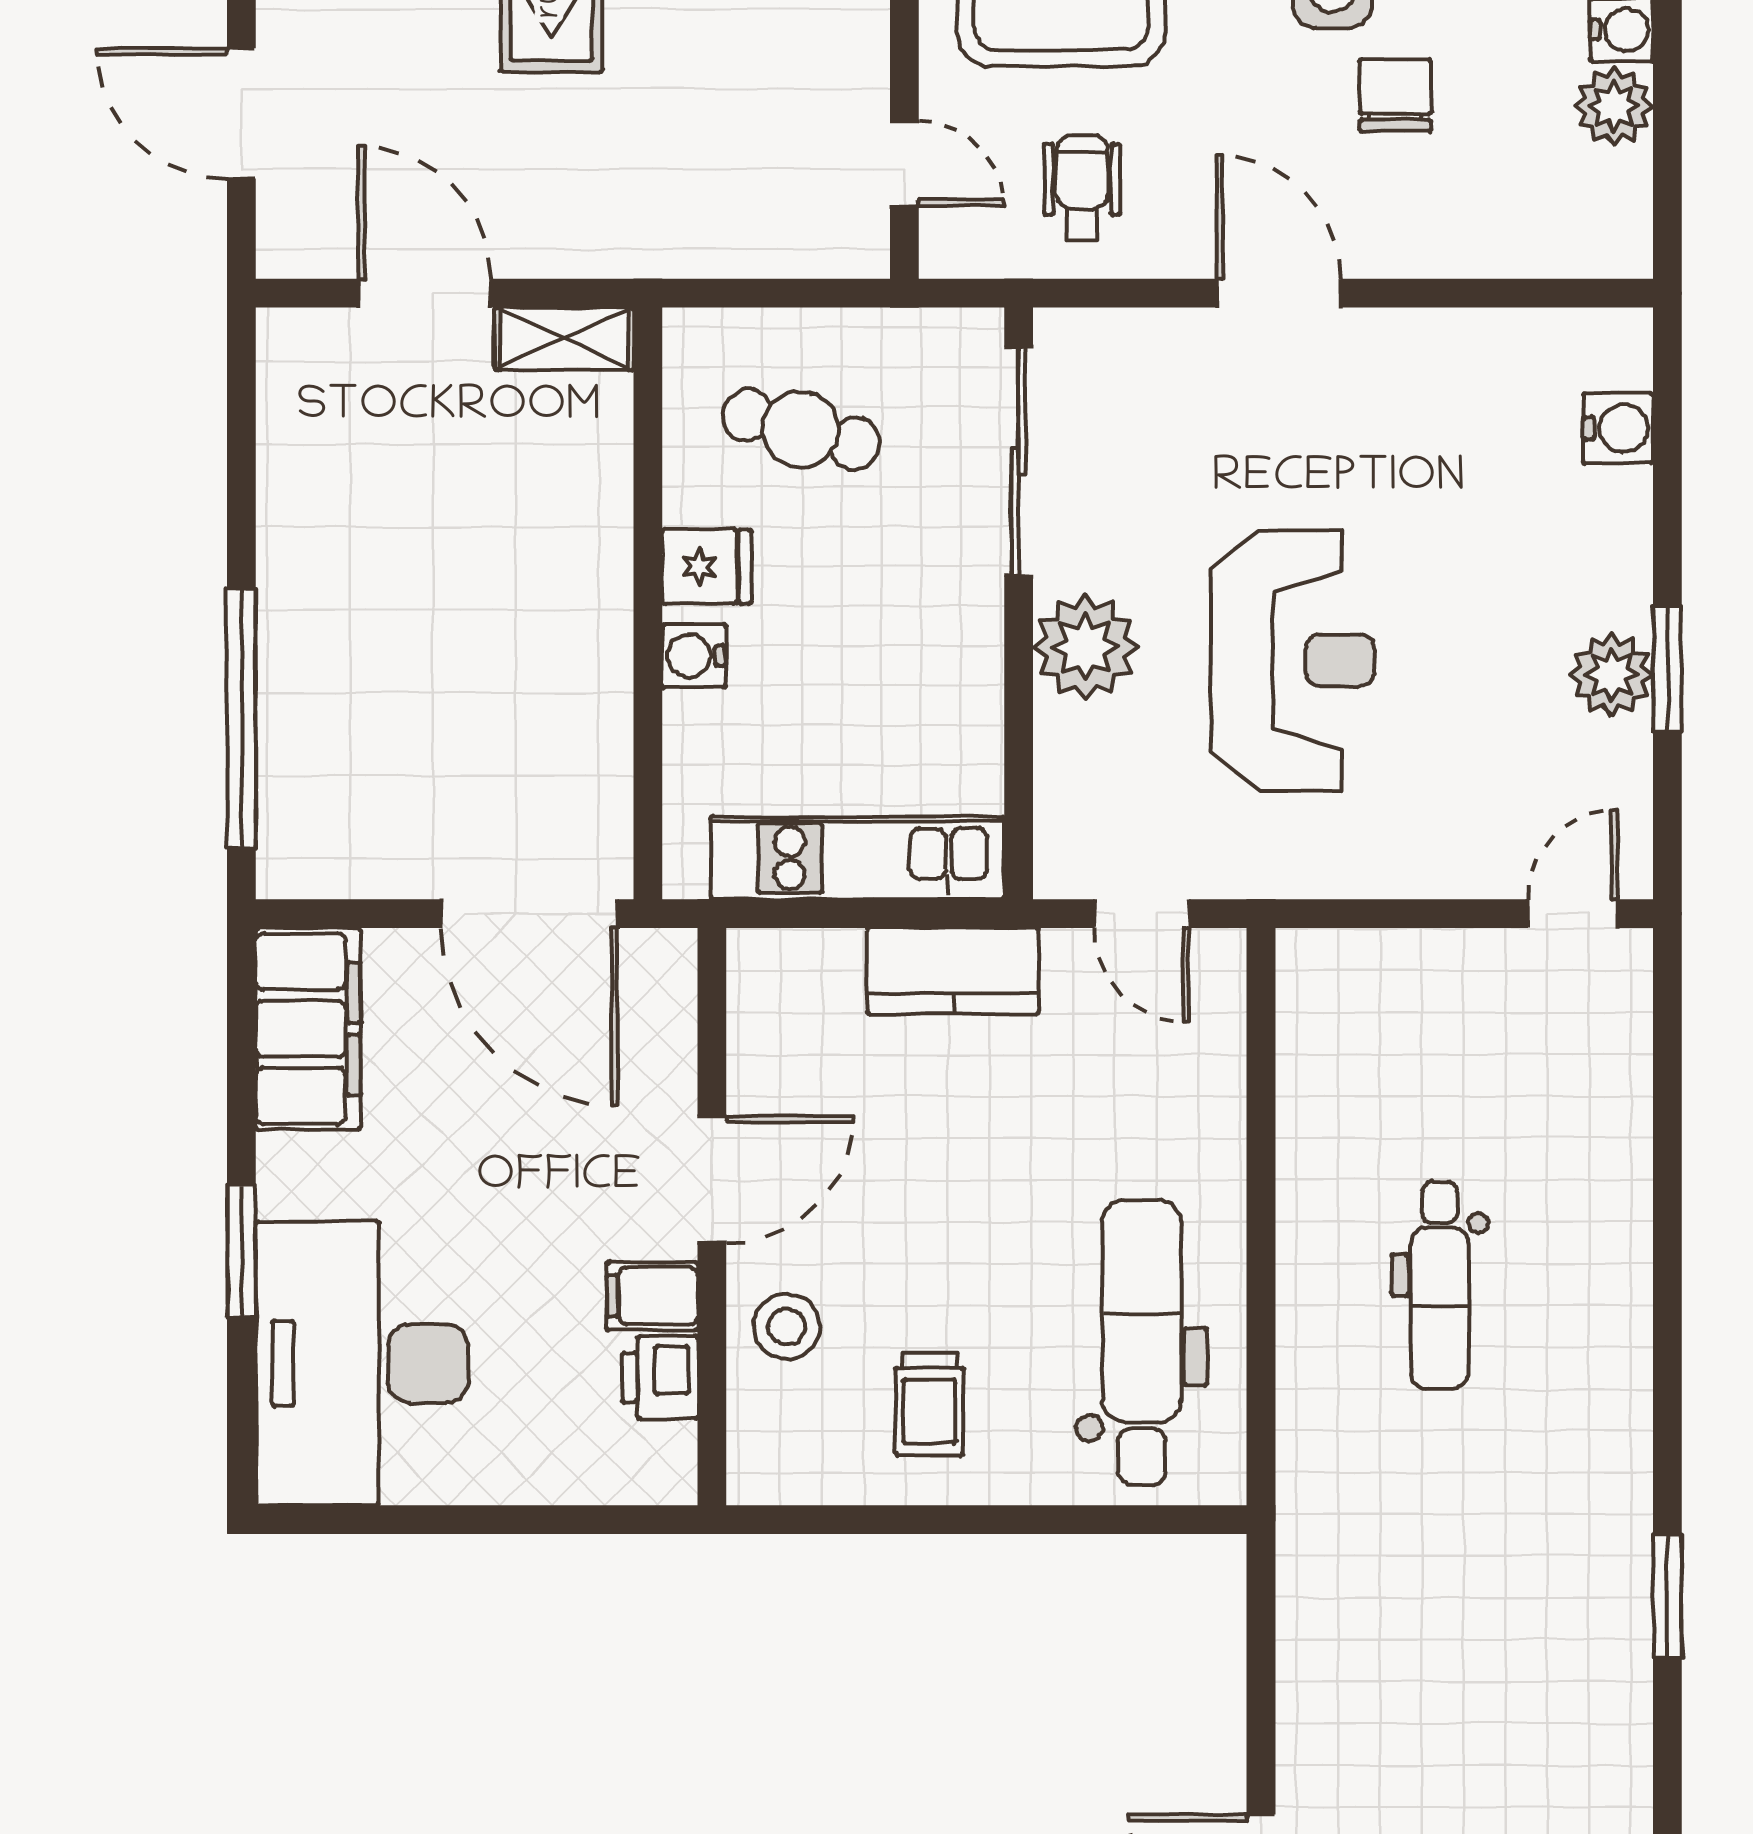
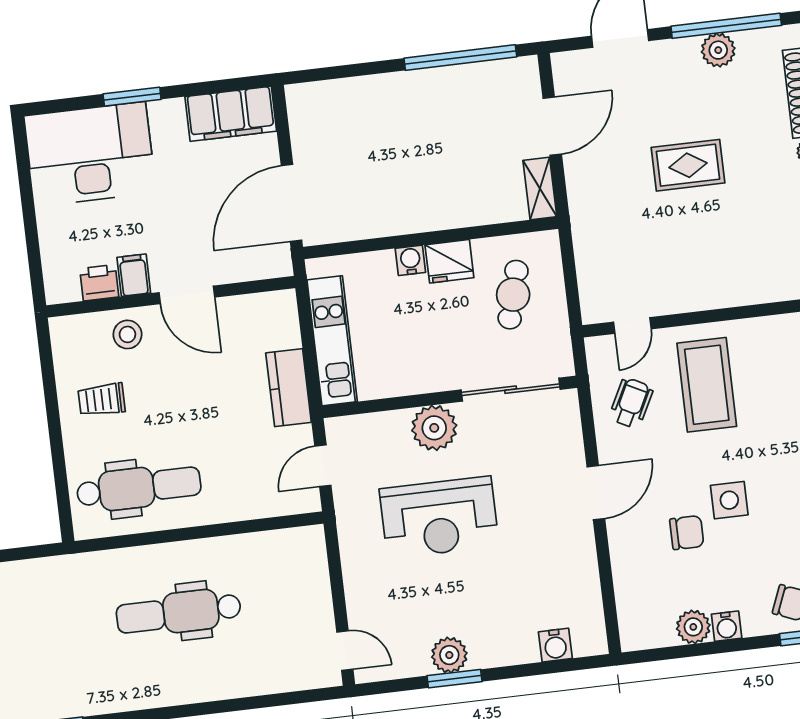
wheelchair: (1082, 188) -> (631, 403), turned -63
fridge: (707, 567) -> (449, 261), width x1.38
window: (241, 718) -> (460, 58), moved
dental chair: (1440, 1285) -> (179, 613), width x1.36, depth x1.38

